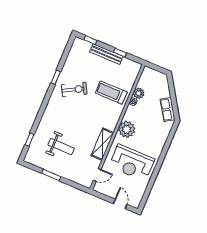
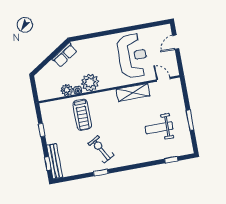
bench: (106, 54) -> (55, 161), moved
plant: (127, 129) -> (90, 83), moved
weight bench: (61, 147) -> (159, 128), turned -90

